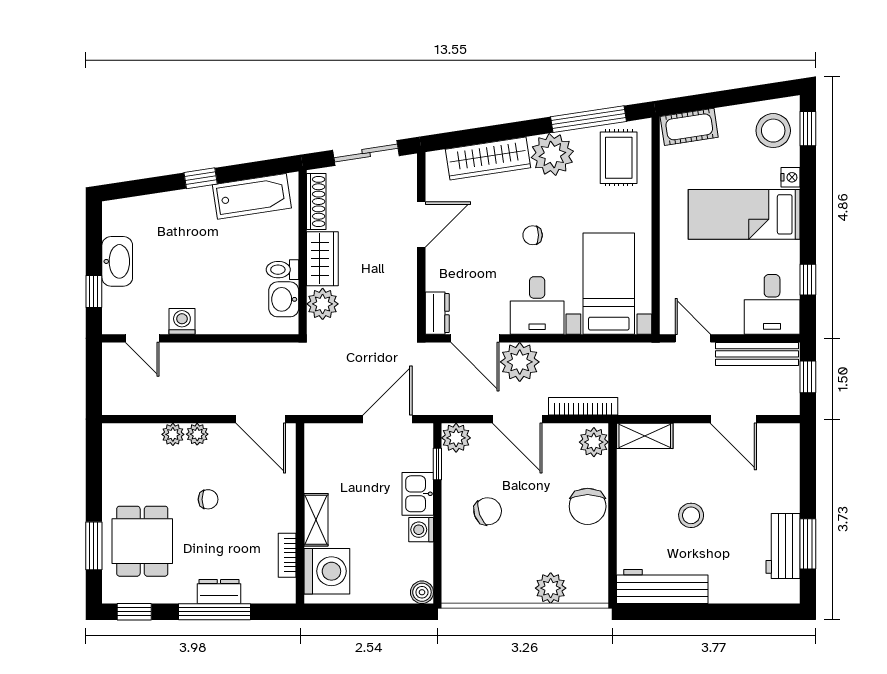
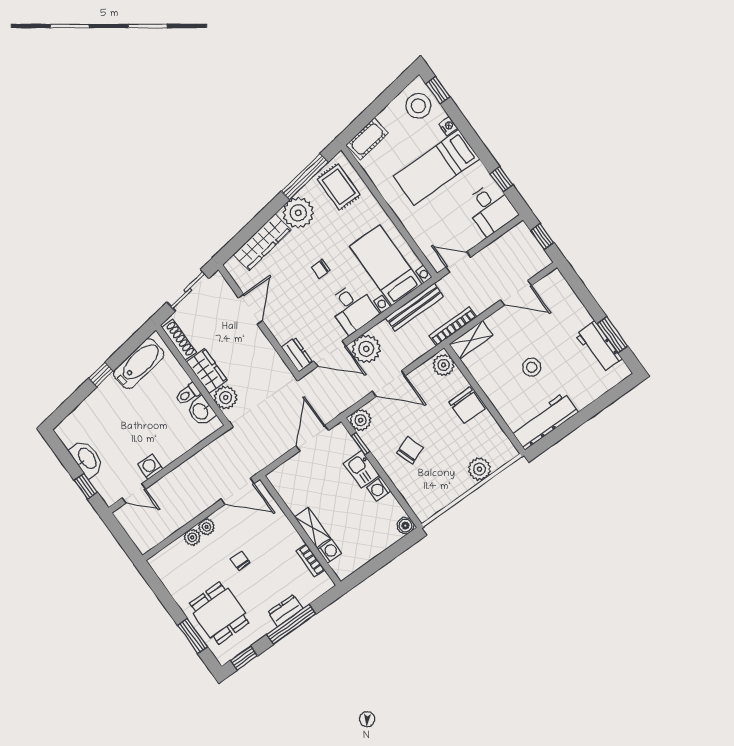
bench: (757, 354) -> (415, 307), moved
bookcase: (583, 406) -> (453, 326), moved
chair: (208, 499) -> (240, 561), turned -90
washing machine: (327, 571) -> (330, 551), width x0.53, depth x0.53

